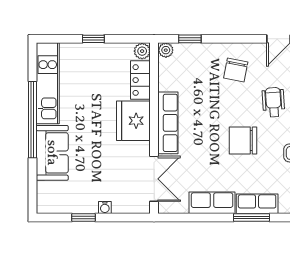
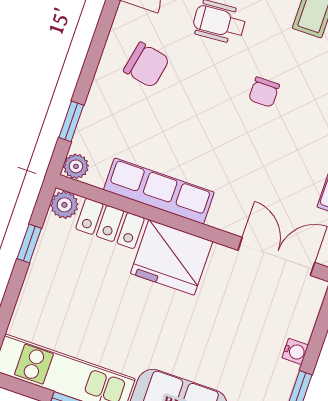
window: (93, 39) -> (29, 244), moved
row of seats: (168, 123) -> (159, 191), moved
chair: (243, 140) -> (264, 92), width x0.54, depth x0.54

